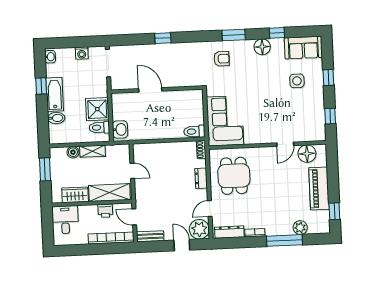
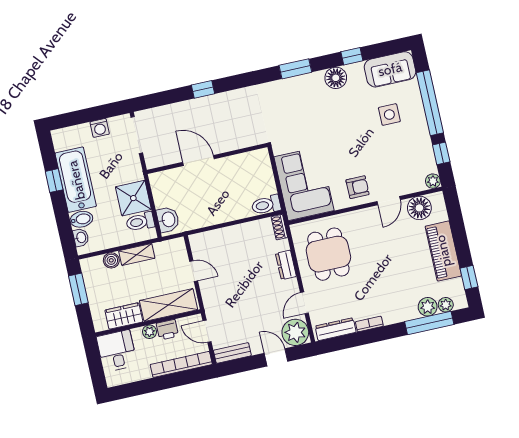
washbasin: (50, 57) -> (81, 237), moved
armchair: (222, 59) -> (358, 187), moved
window: (328, 77) -> (430, 103), width x3.17
bathtub: (55, 94) -> (76, 180), width x1.36, depth x1.36
plant: (320, 136) -> (433, 181), added
plant: (92, 210) -> (149, 332), added
plant: (314, 228) -> (446, 305), added
window: (285, 240) -> (429, 323), moved

